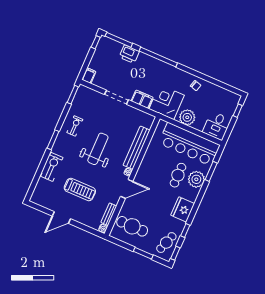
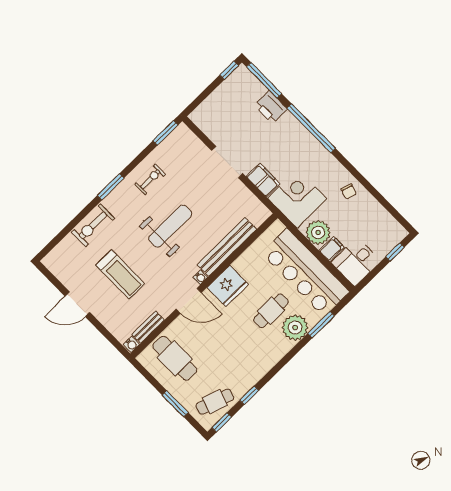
filing cabinet: (89, 76) -> (332, 249), moved
exercise bike: (52, 167) -> (93, 225), turned 180
fridge: (183, 209) -> (228, 286), moved, turned 180

